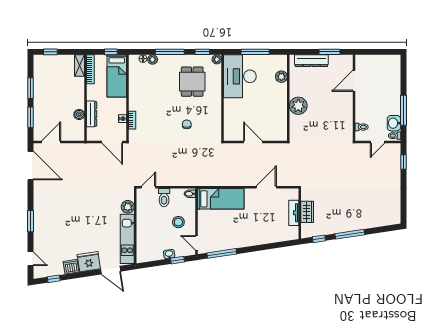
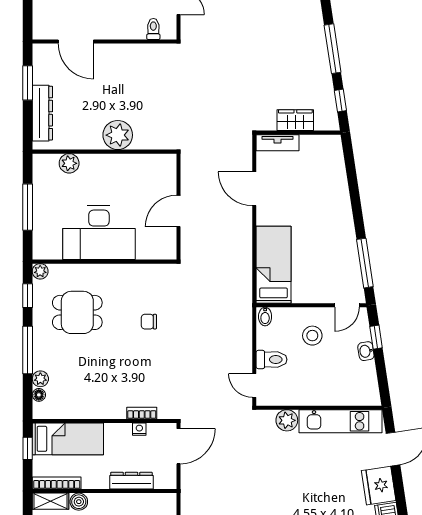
desk: (240, 76) -> (99, 233), moved
boiler: (79, 114) -> (79, 502), moved
tv unit: (294, 213) -> (277, 143), moved

